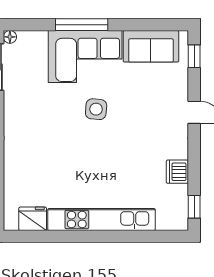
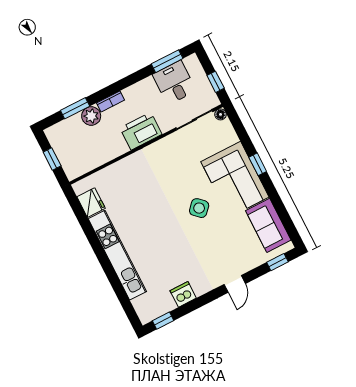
window: (82, 25) -> (258, 164), width x0.46
side table: (96, 109) -> (199, 208), turned 38

